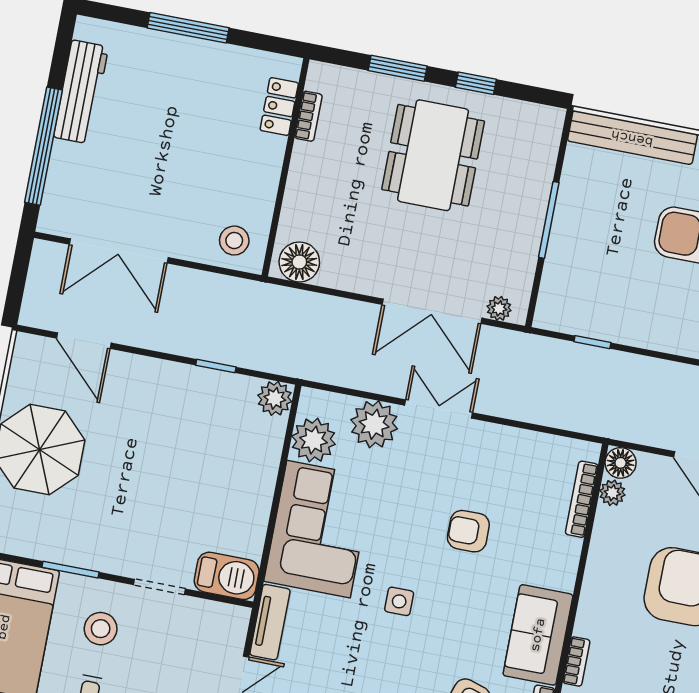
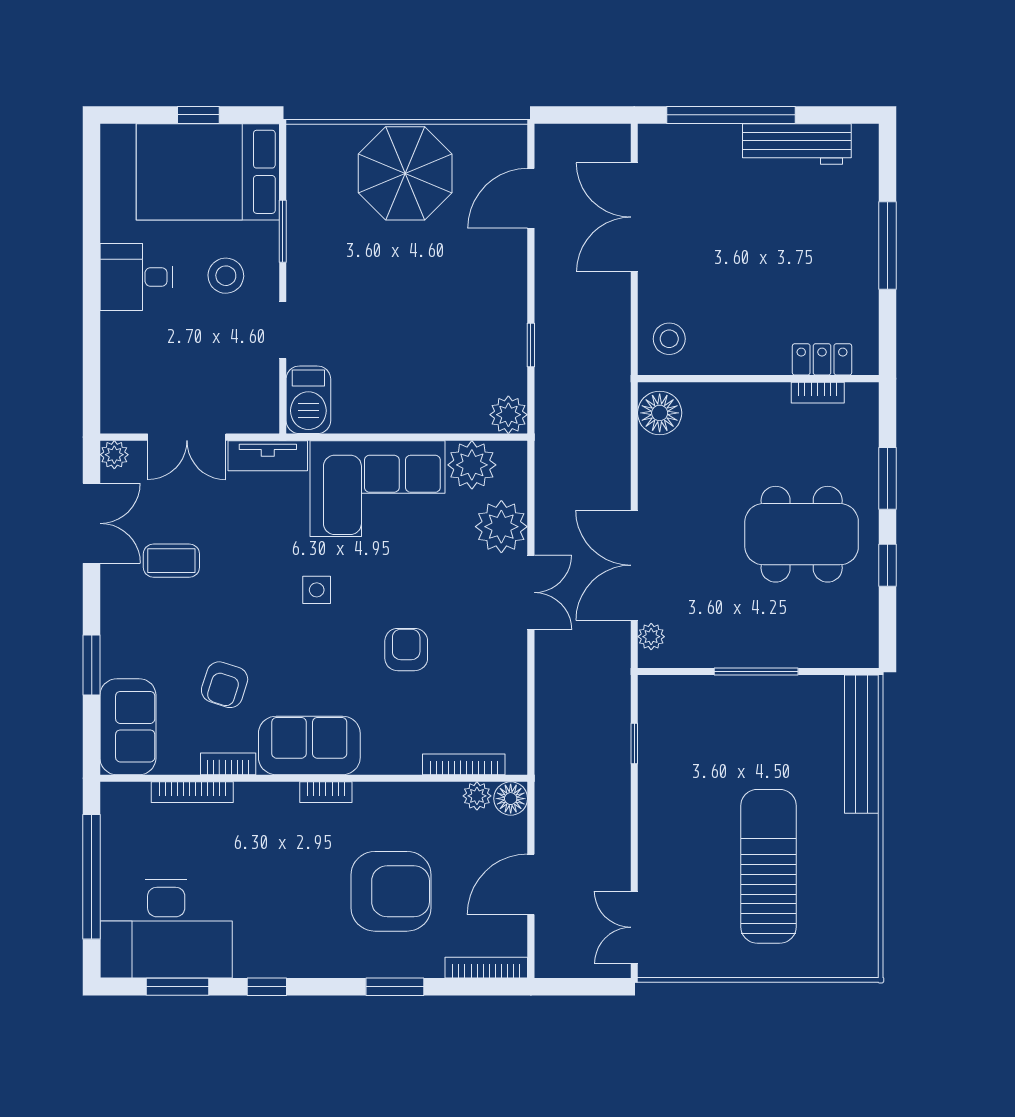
bookcase: (576, 661) -> (326, 792), moved

